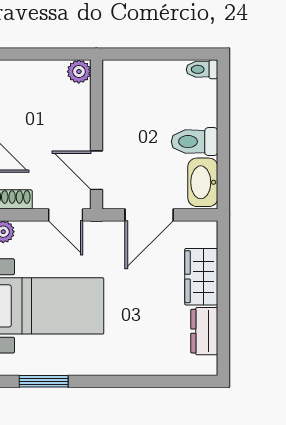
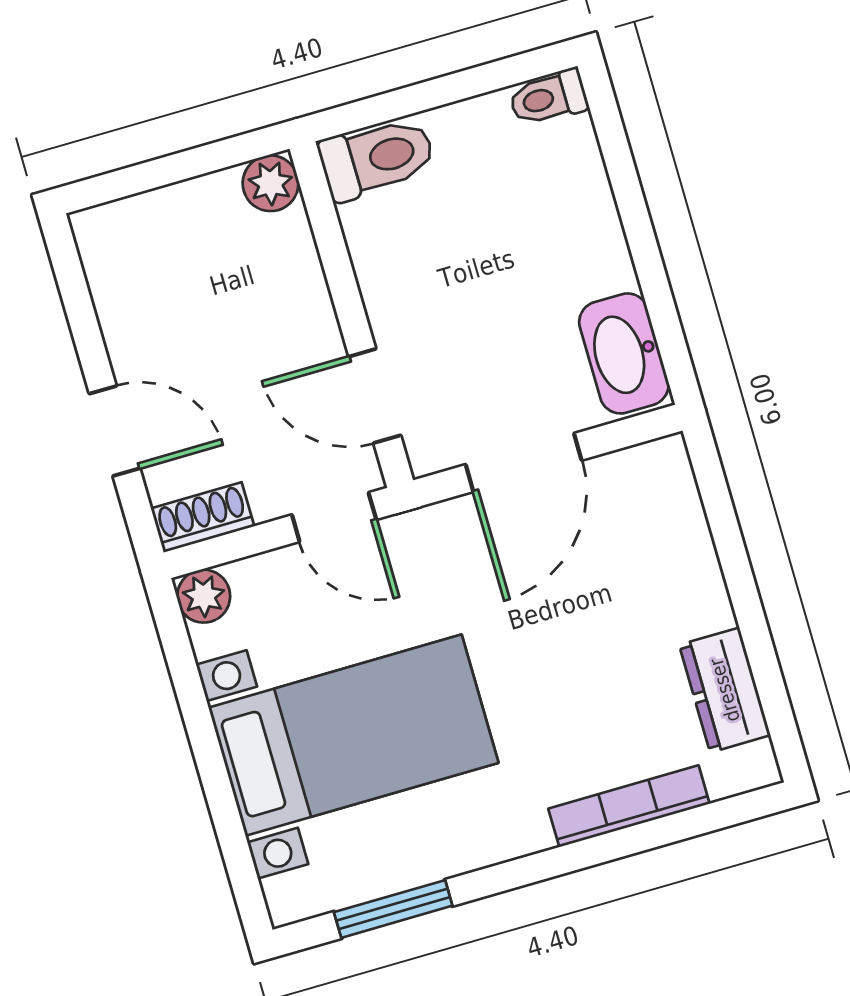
toilet: (195, 142) -> (377, 158), moved, turned 180
wardrobe: (201, 277) -> (682, 569), removed
bookcase: (152, 367) -> (629, 806), added

